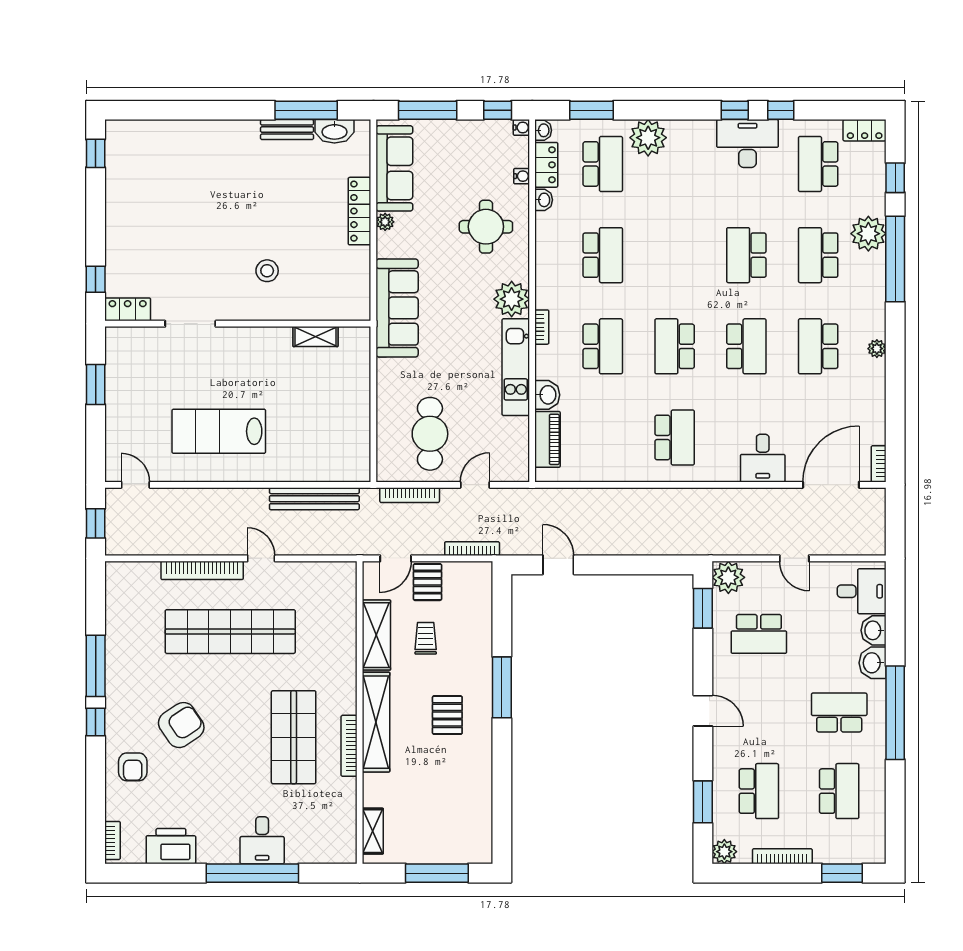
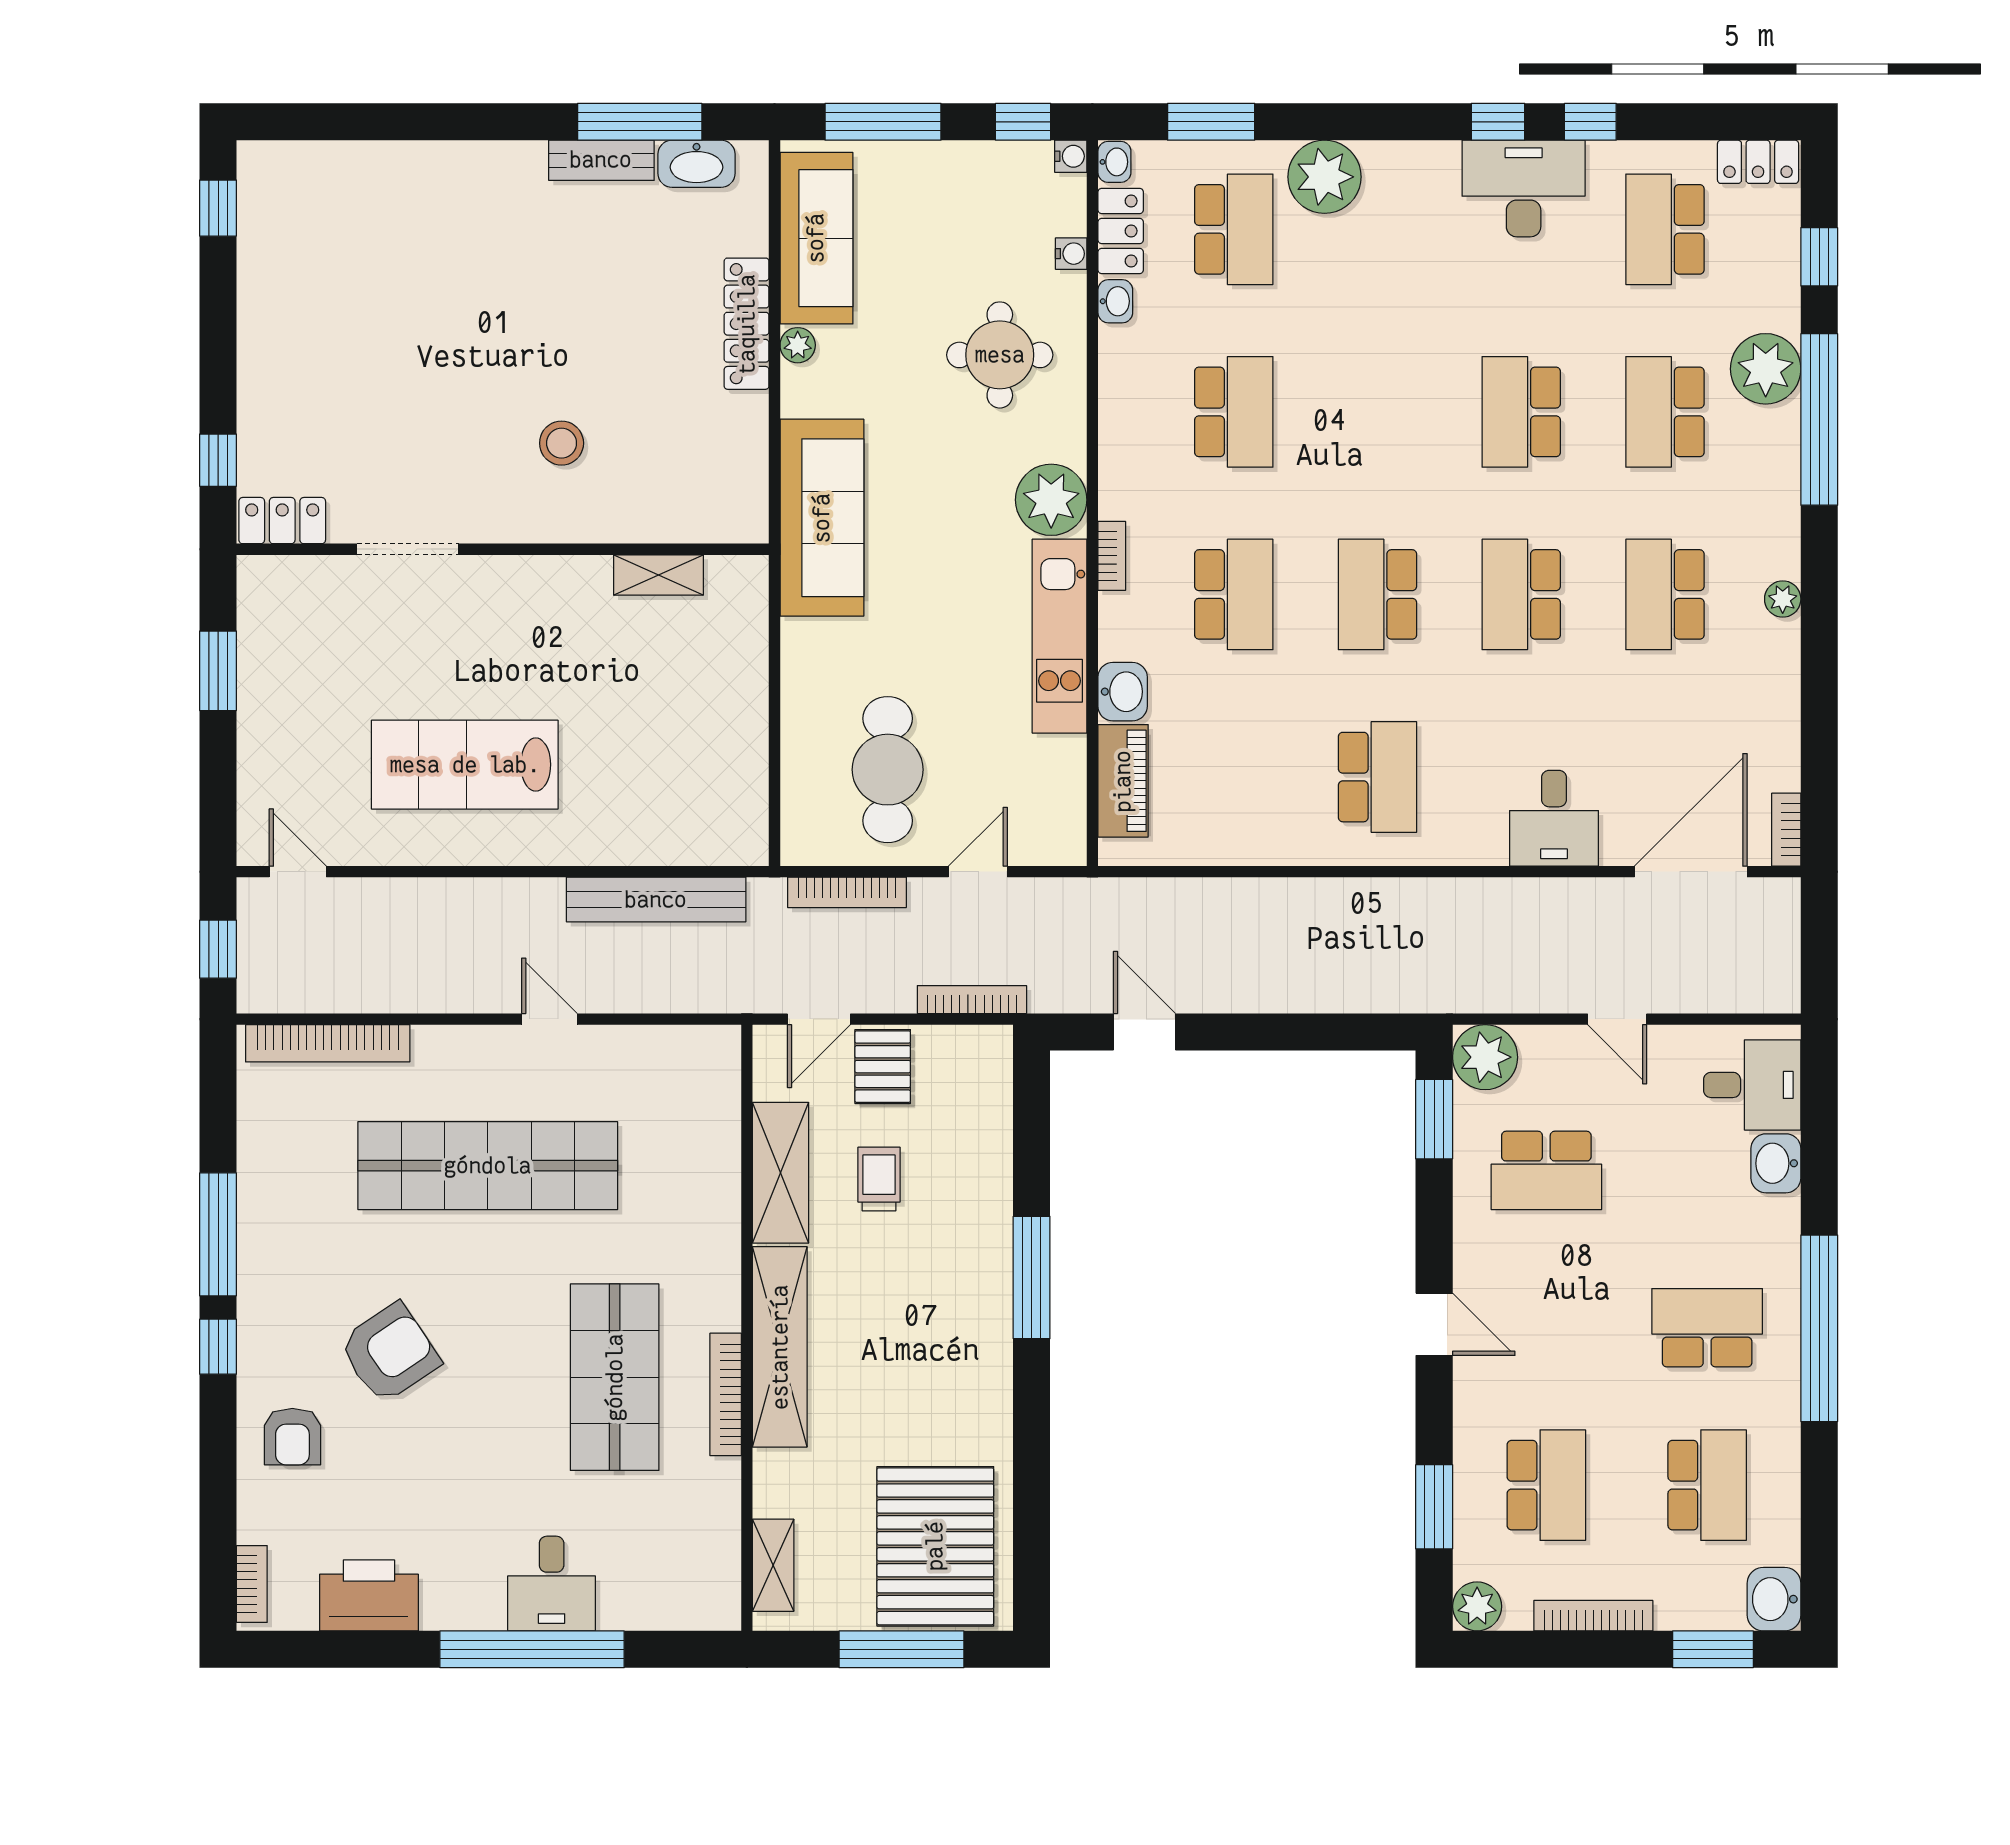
school desk: (746, 346) -> (1521, 594), turned 180
bookcase: (202, 570) -> (328, 1043), moved
washbasin: (873, 663) -> (1774, 1599), moved
pallet: (447, 715) -> (935, 1546), moved, width x2.05, depth x2.00

